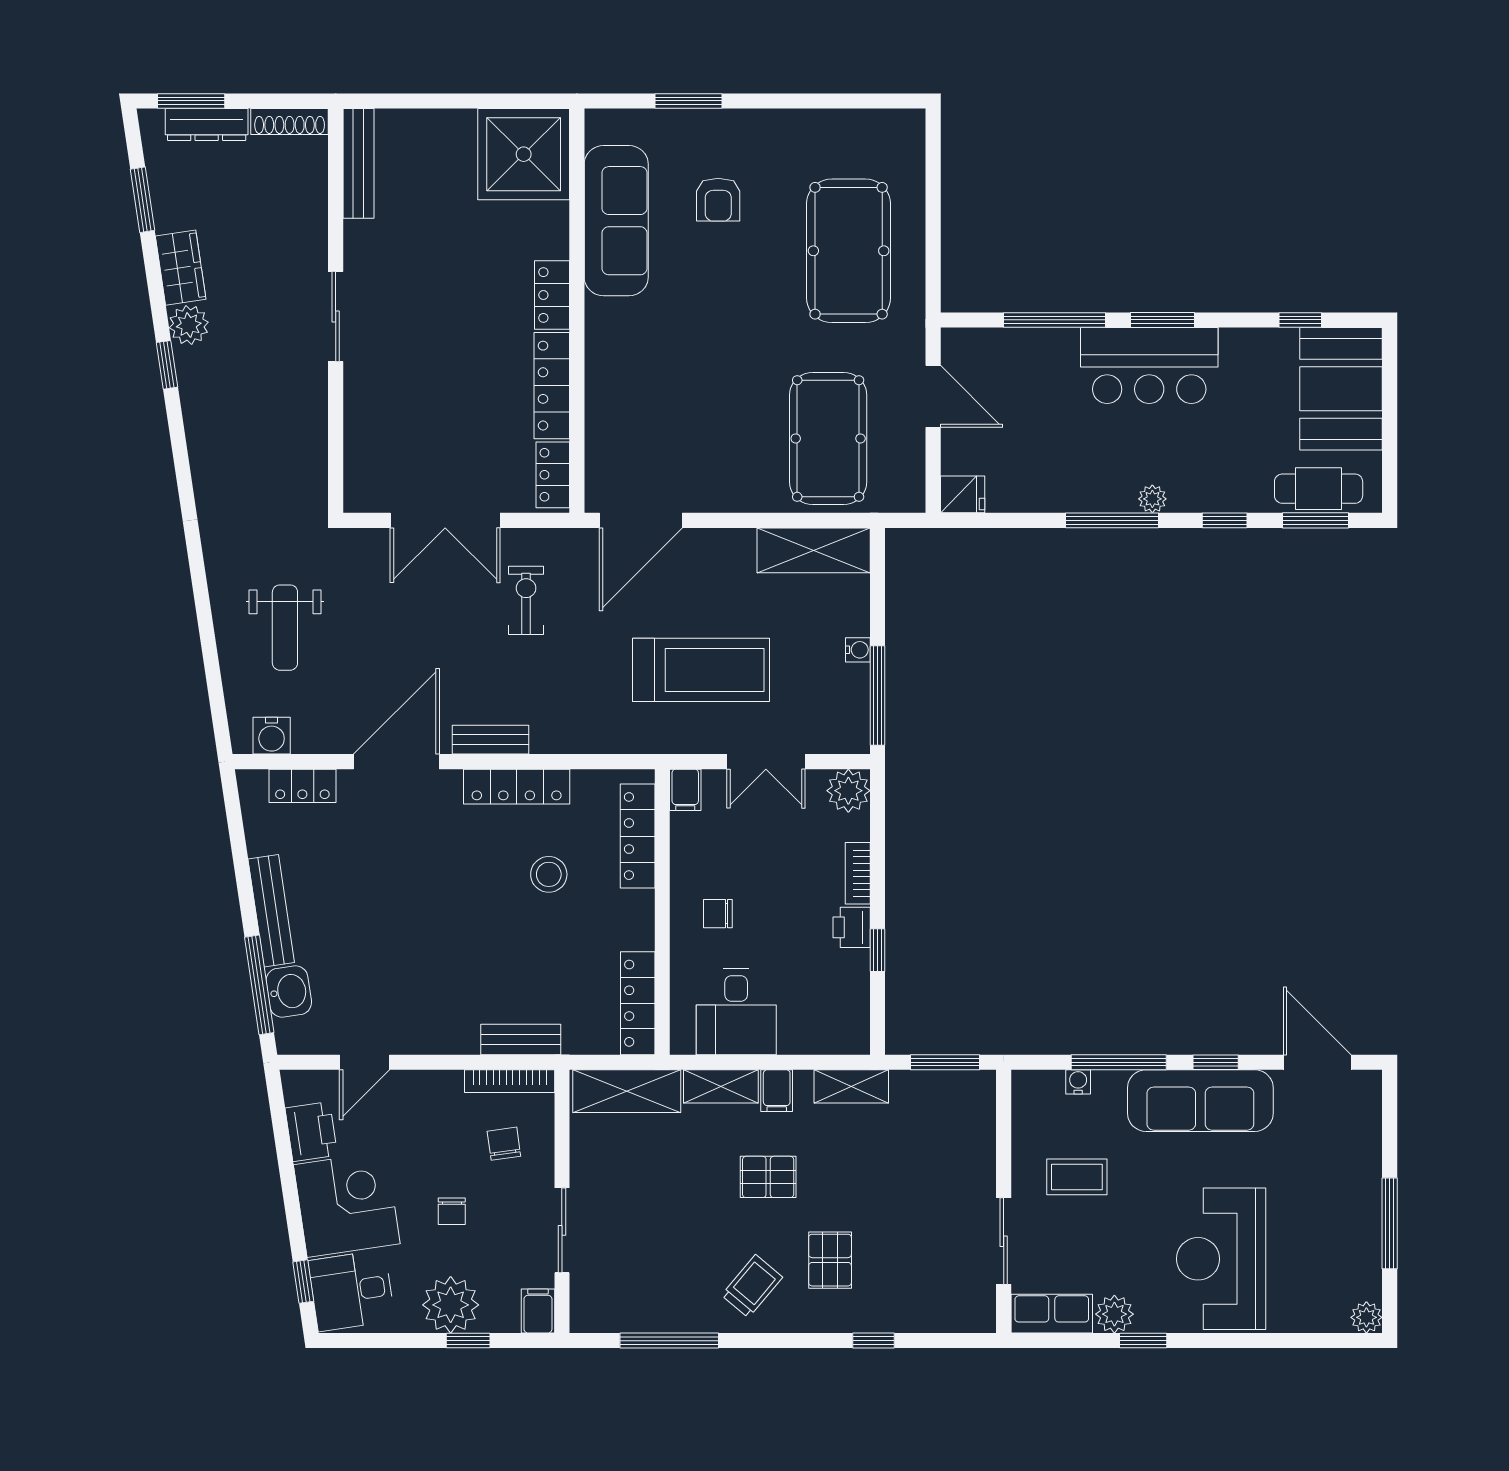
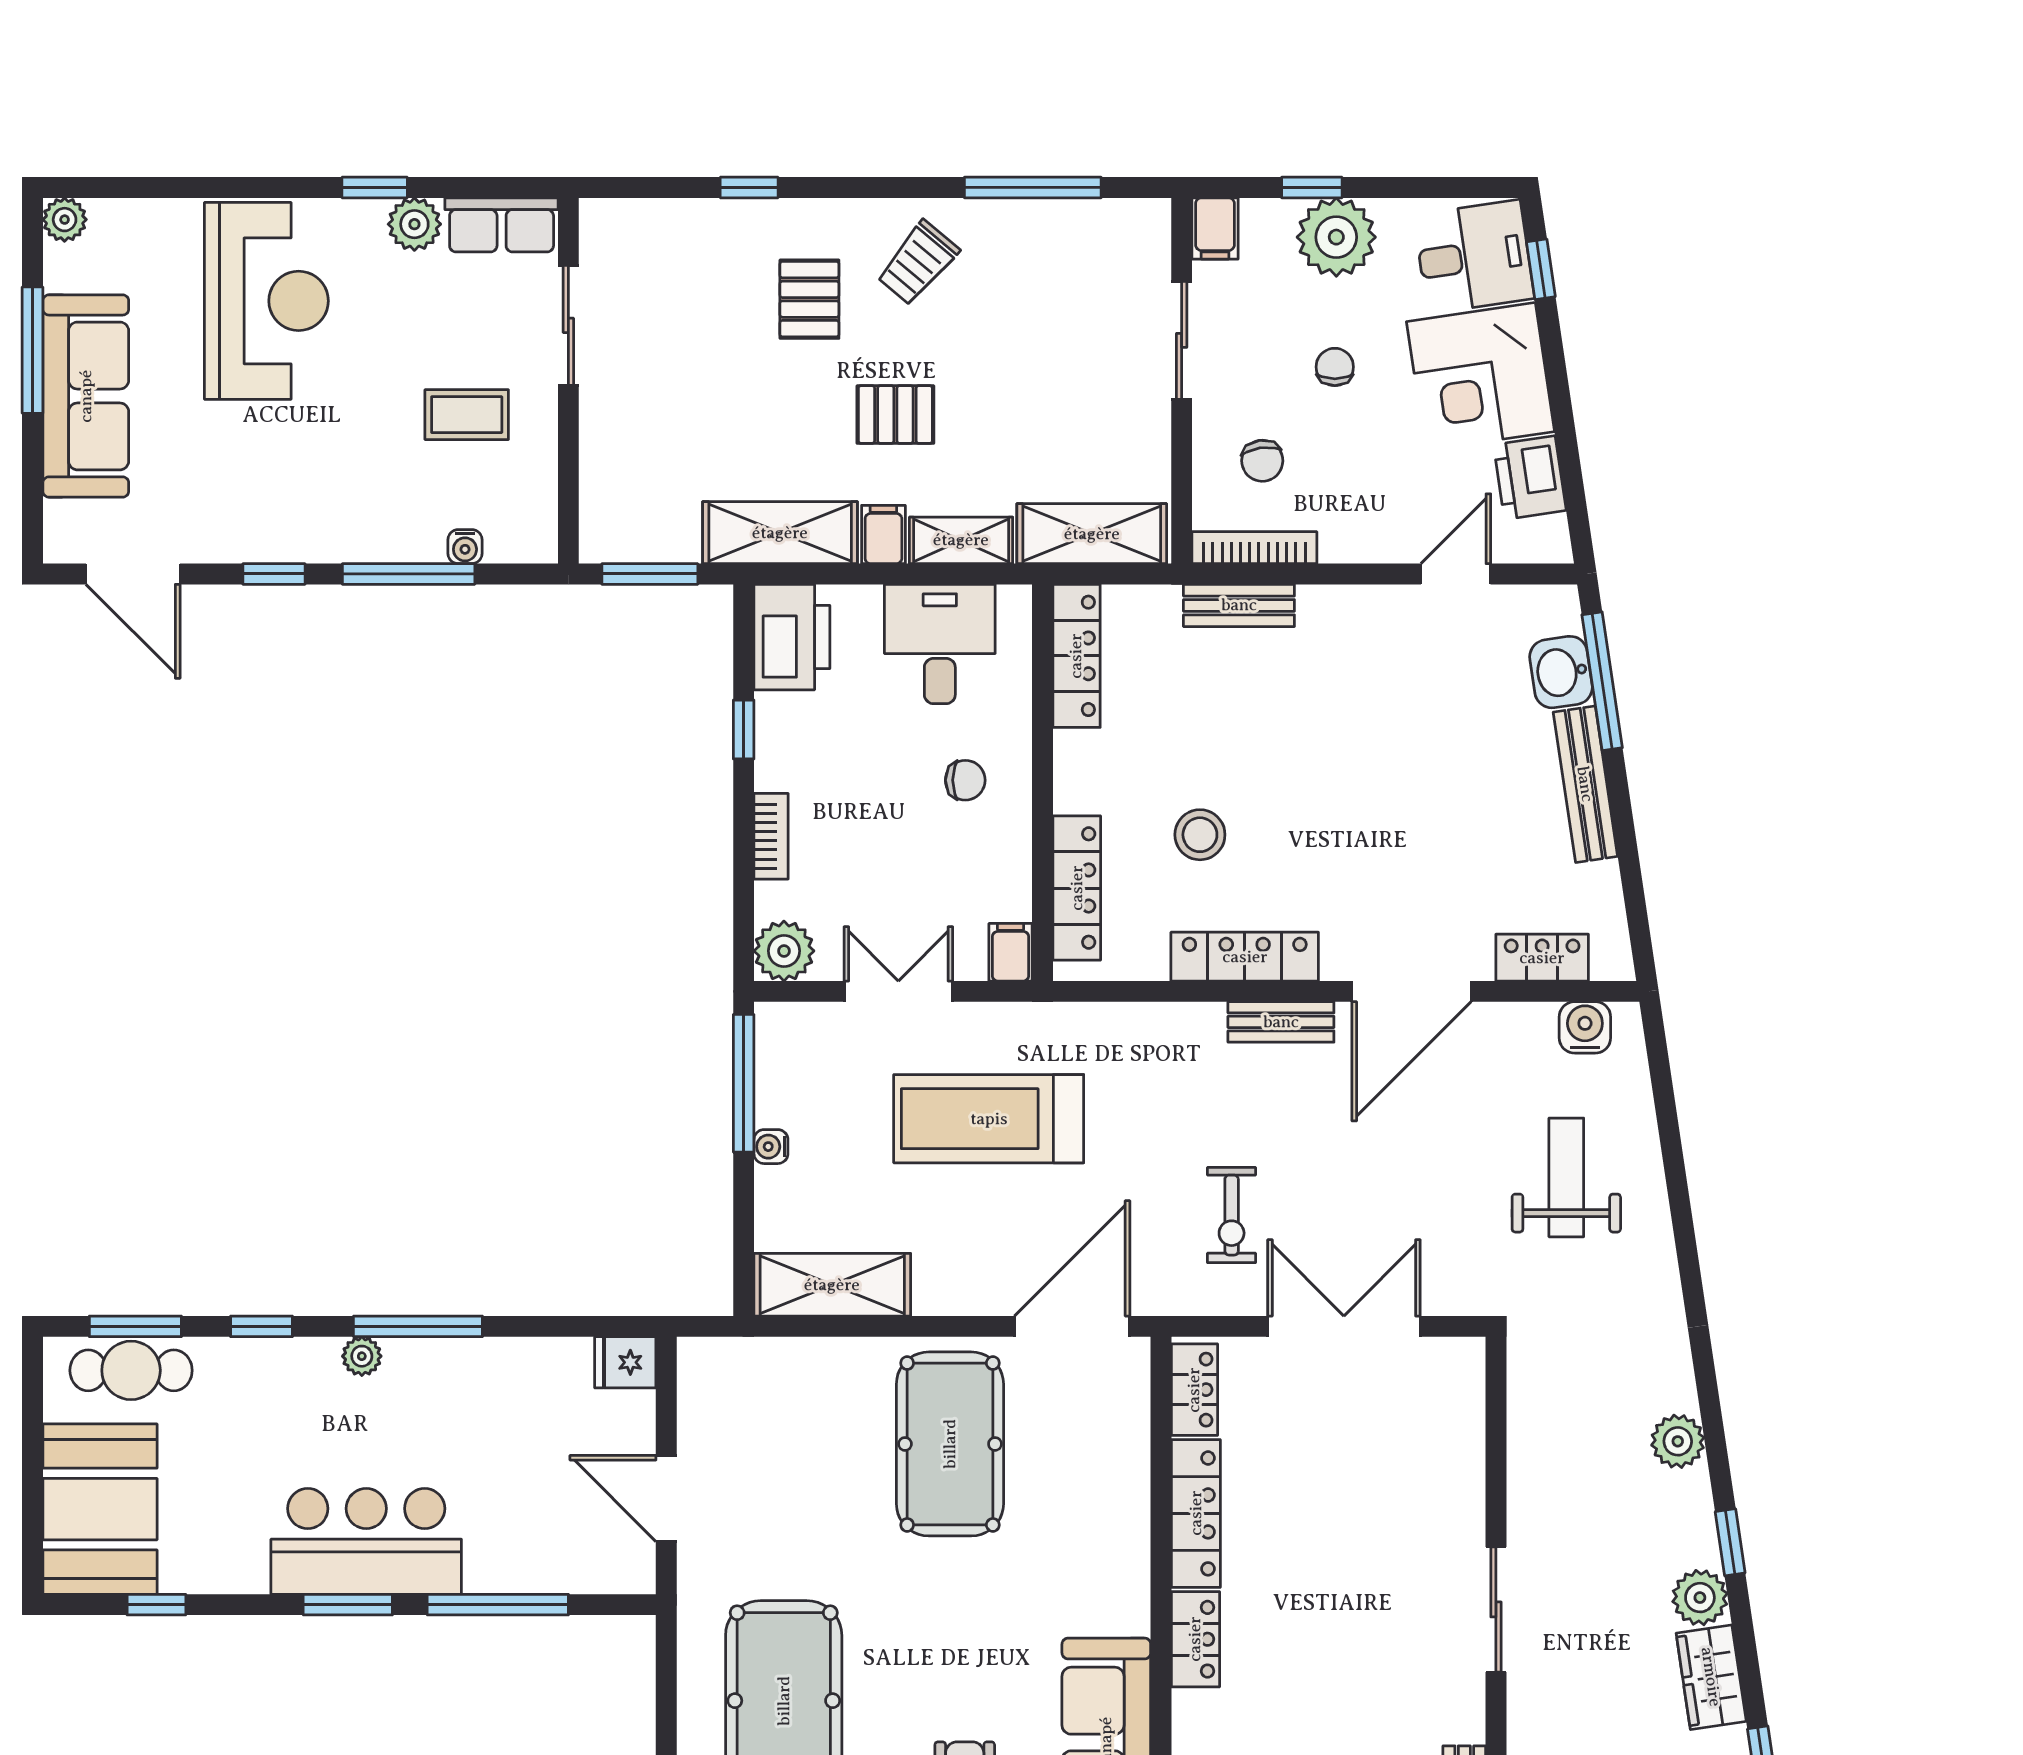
plant: (205, 438) -> (1678, 1441), added
pool table: (828, 438) -> (950, 1444), moved
printer: (852, 927) -> (792, 637), moved, width x1.87, depth x1.48
shelving: (851, 1086) -> (780, 533), width x1.50, depth x1.33
sofa: (1200, 1101) -> (86, 396), moved, turned 90

